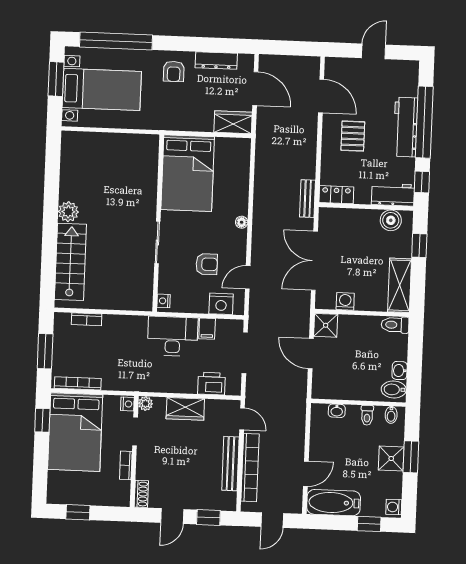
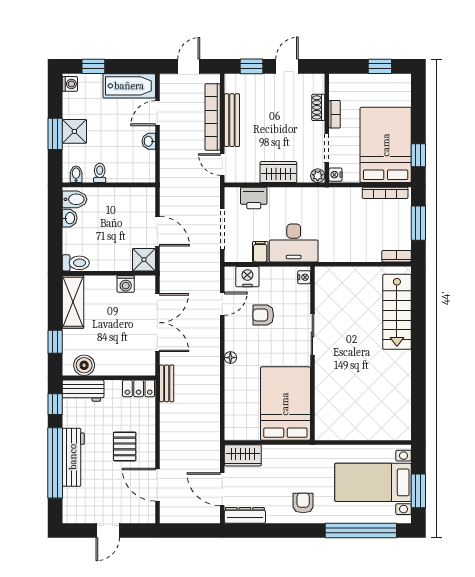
dresser: (216, 61) -> (245, 515), moved
plant: (68, 212) -> (401, 361), removed
bookcase: (87, 319) -> (397, 256), moved
washbasin: (337, 411) -> (149, 141), moved, turned -90
shoe rack: (141, 494) -> (318, 107), moved

